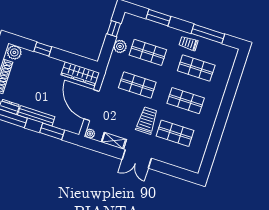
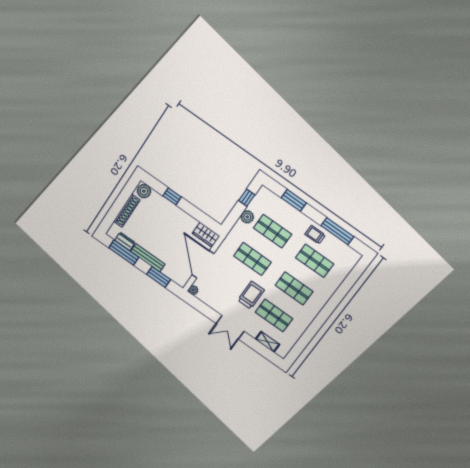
wardrobe: (80, 74) -> (206, 235), width x0.67
shelving: (114, 141) -> (268, 342), moved

